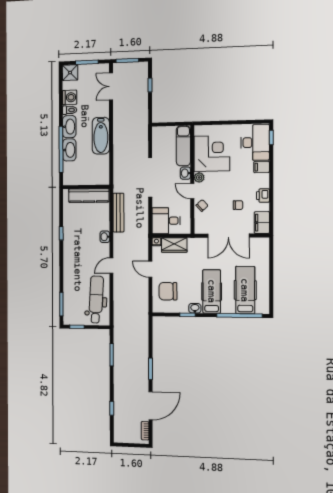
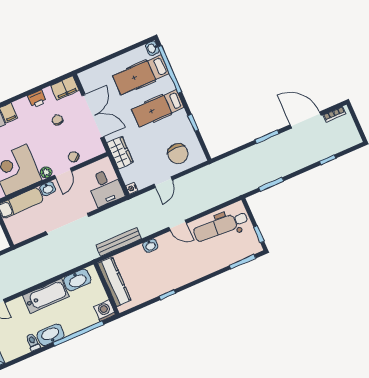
washing machine: (70, 97) -> (105, 311), moved
washbasin: (69, 150) -> (77, 280), moved, turned 180
wardrobe: (174, 245) -> (120, 152), moved
washbasin: (195, 308) -> (152, 48), moved

